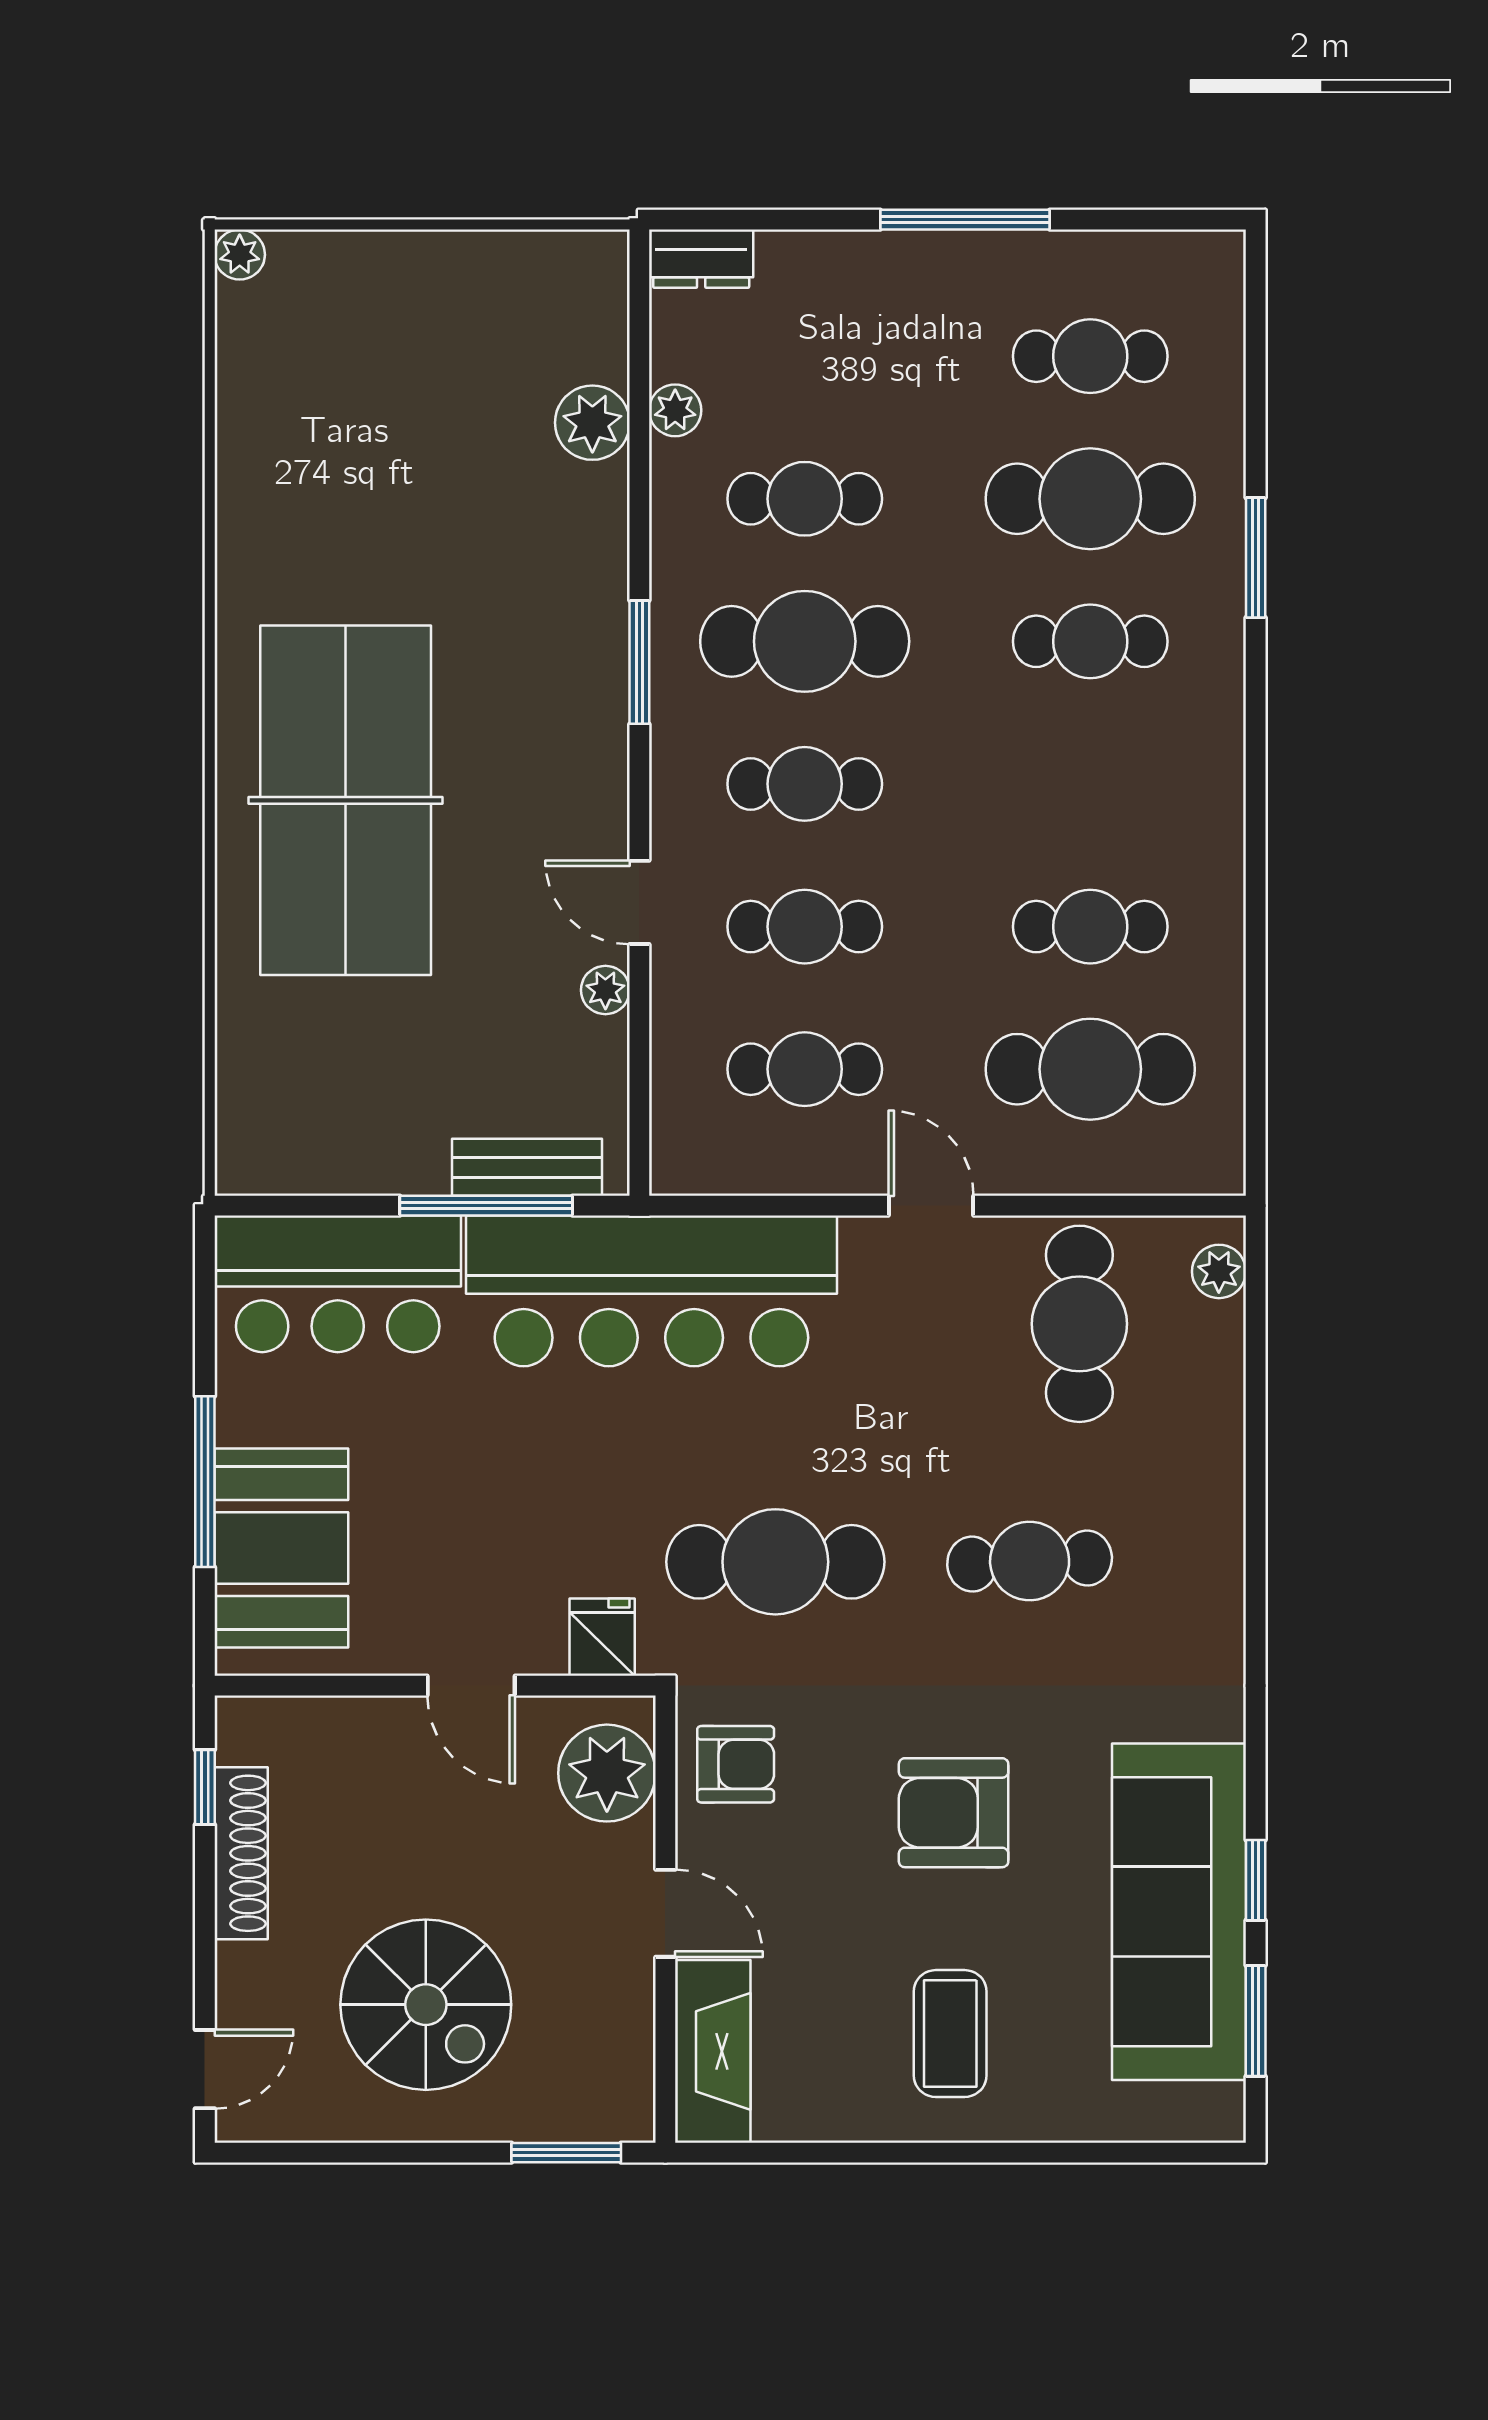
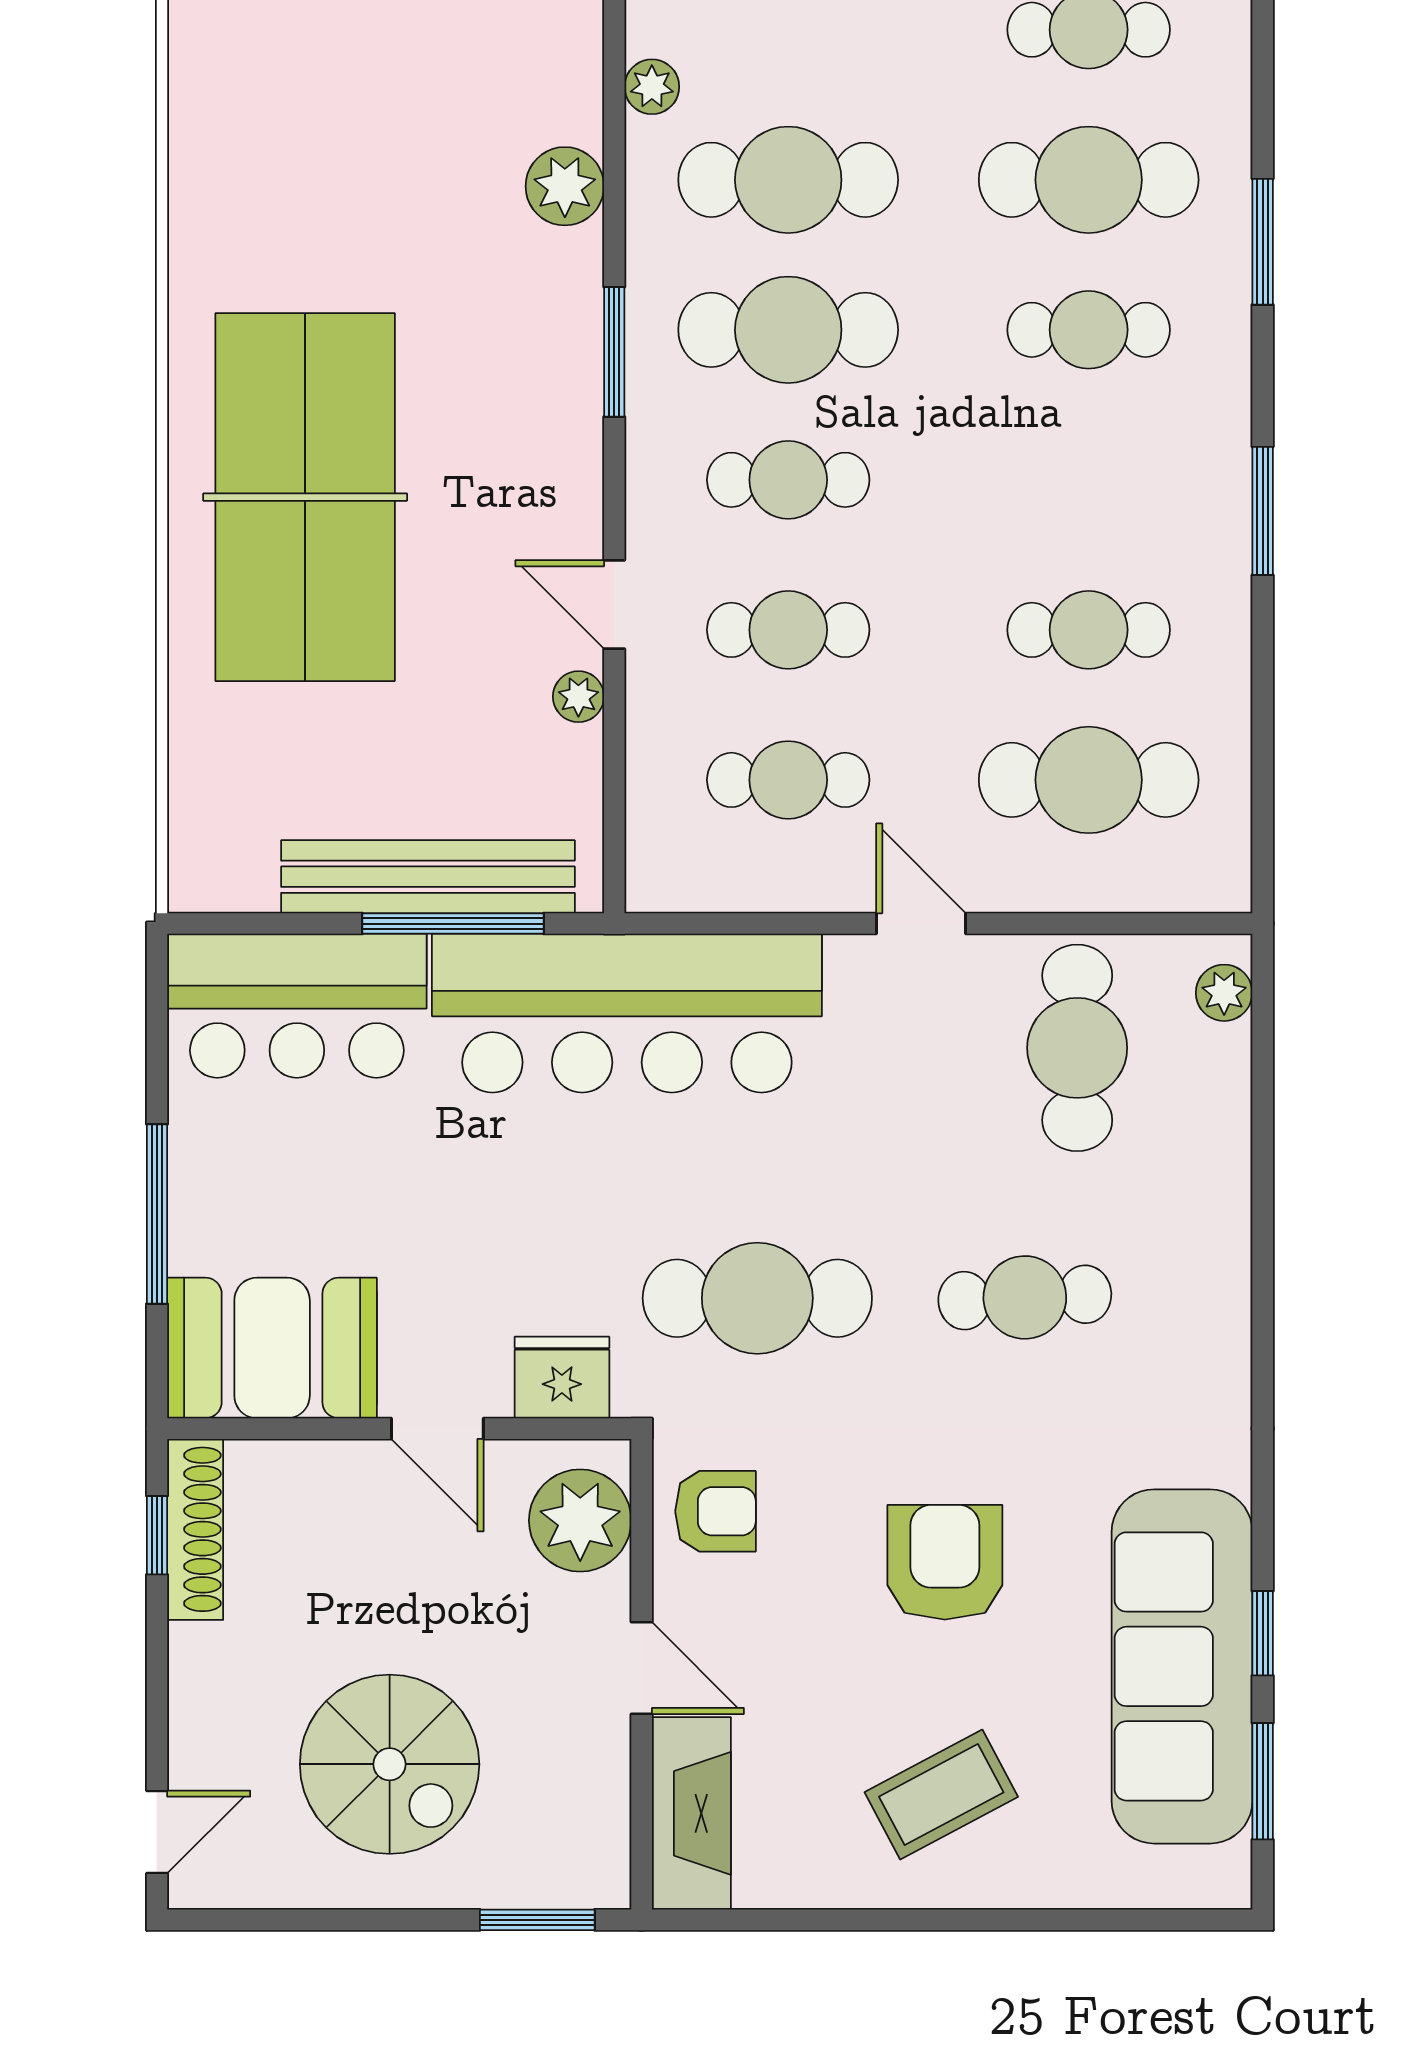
plant: (592, 423) -> (565, 186), moved
cafe table: (805, 499) -> (788, 180), width x1.37, depth x1.35
window: (1256, 813) -> (1263, 511), added
bench: (527, 1167) -> (428, 877), width x1.86, depth x1.21
booth: (281, 1548) -> (272, 1348), moved, turned 90
fridge: (602, 1637) -> (562, 1377), width x1.38
armchair: (954, 1813) -> (945, 1562), turned 90
shoe rack: (241, 1853) -> (195, 1529), moved
coffee table: (950, 2034) -> (941, 1795), turned 62

